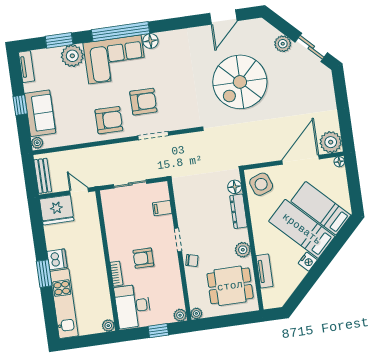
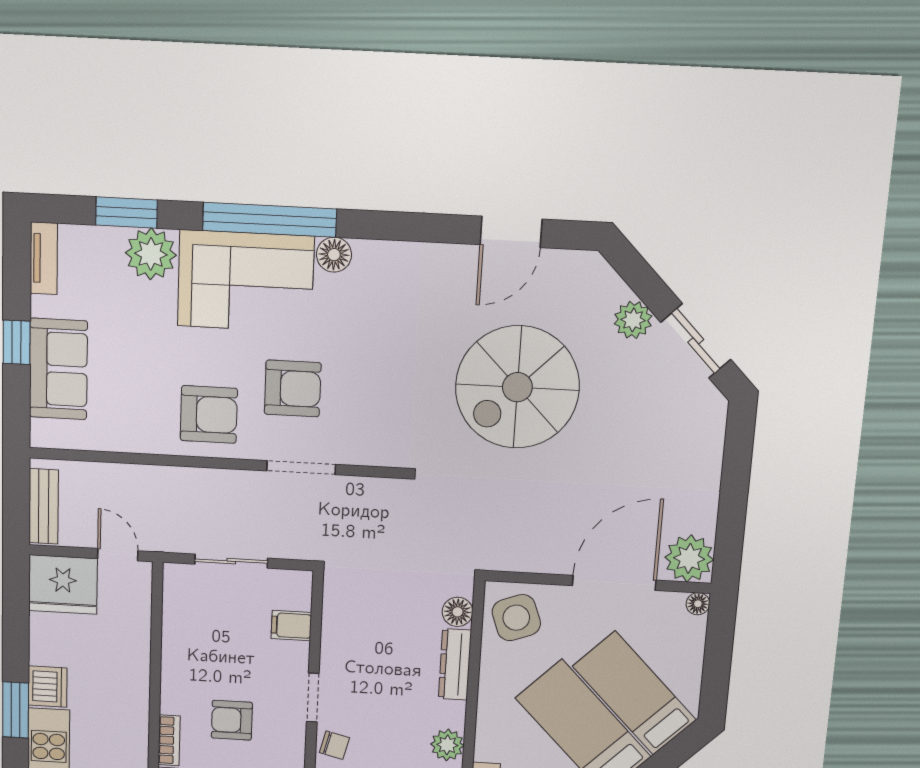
plant: (37, 143) -> (42, 433), removed

